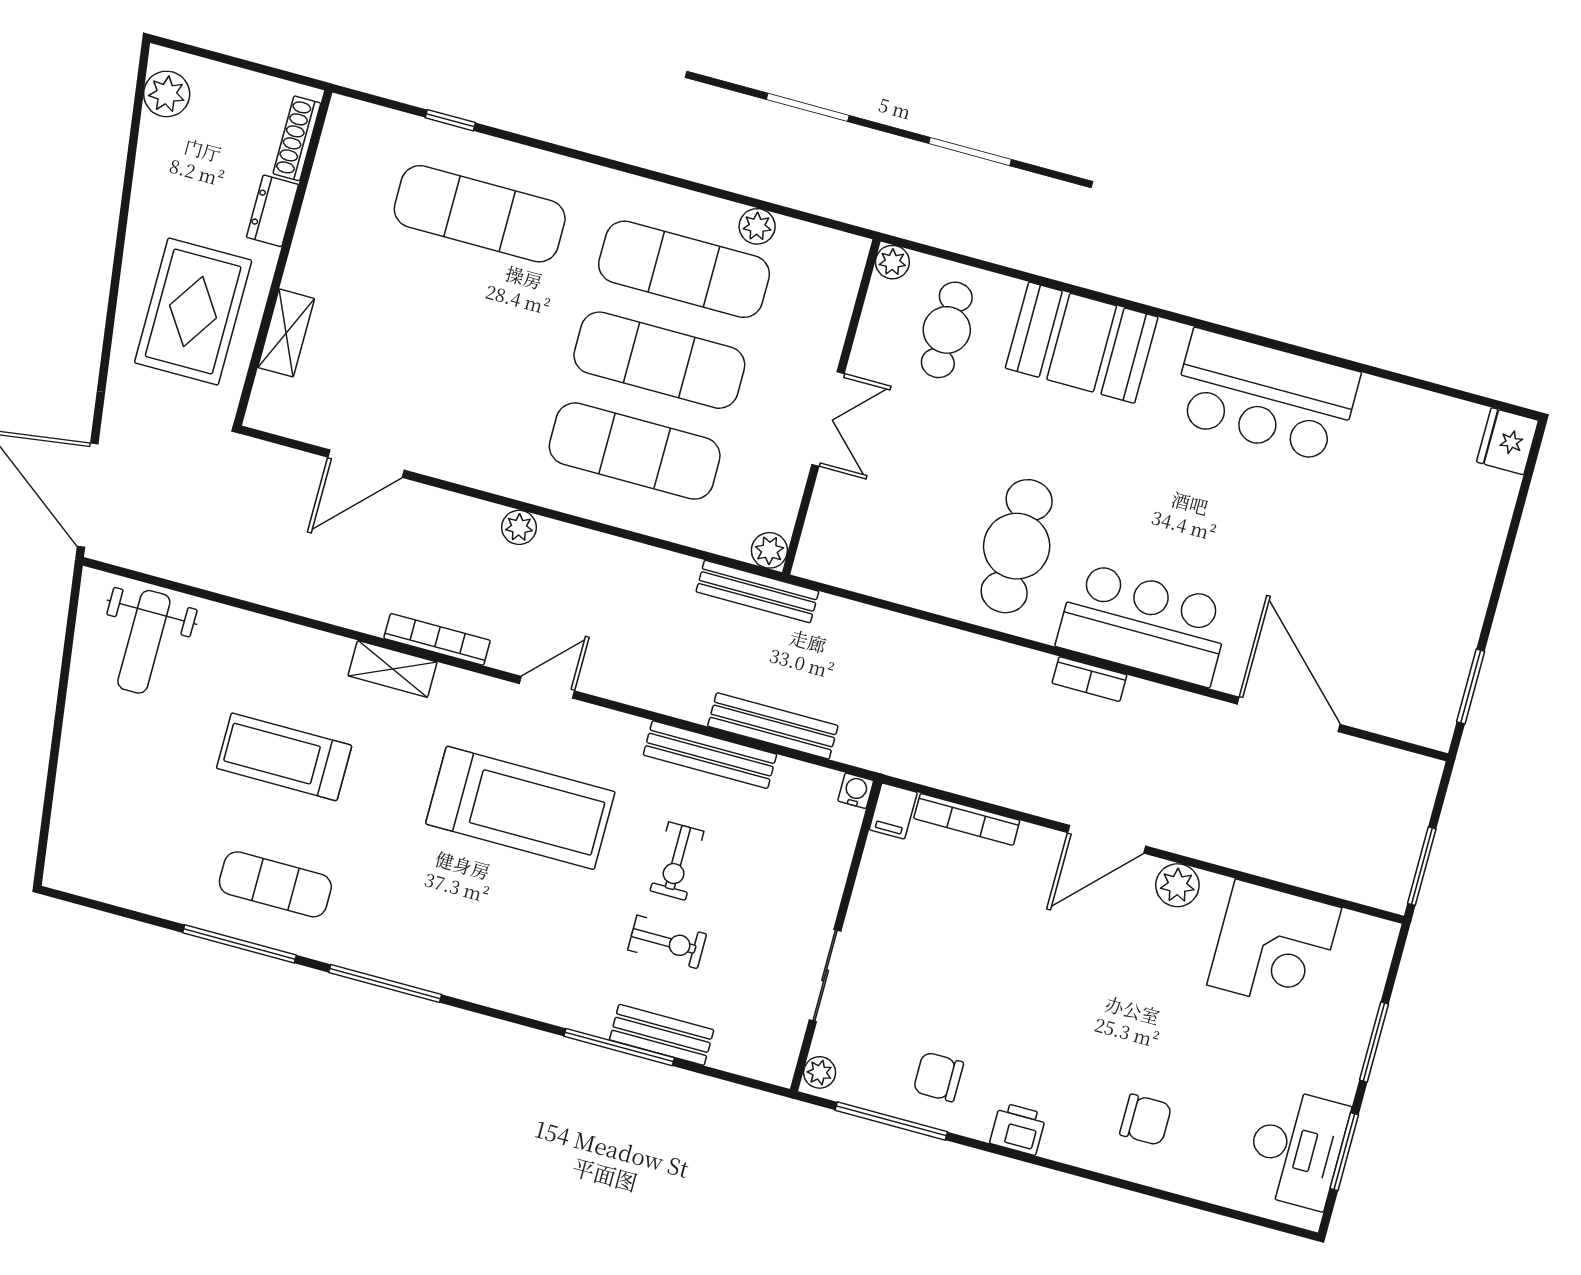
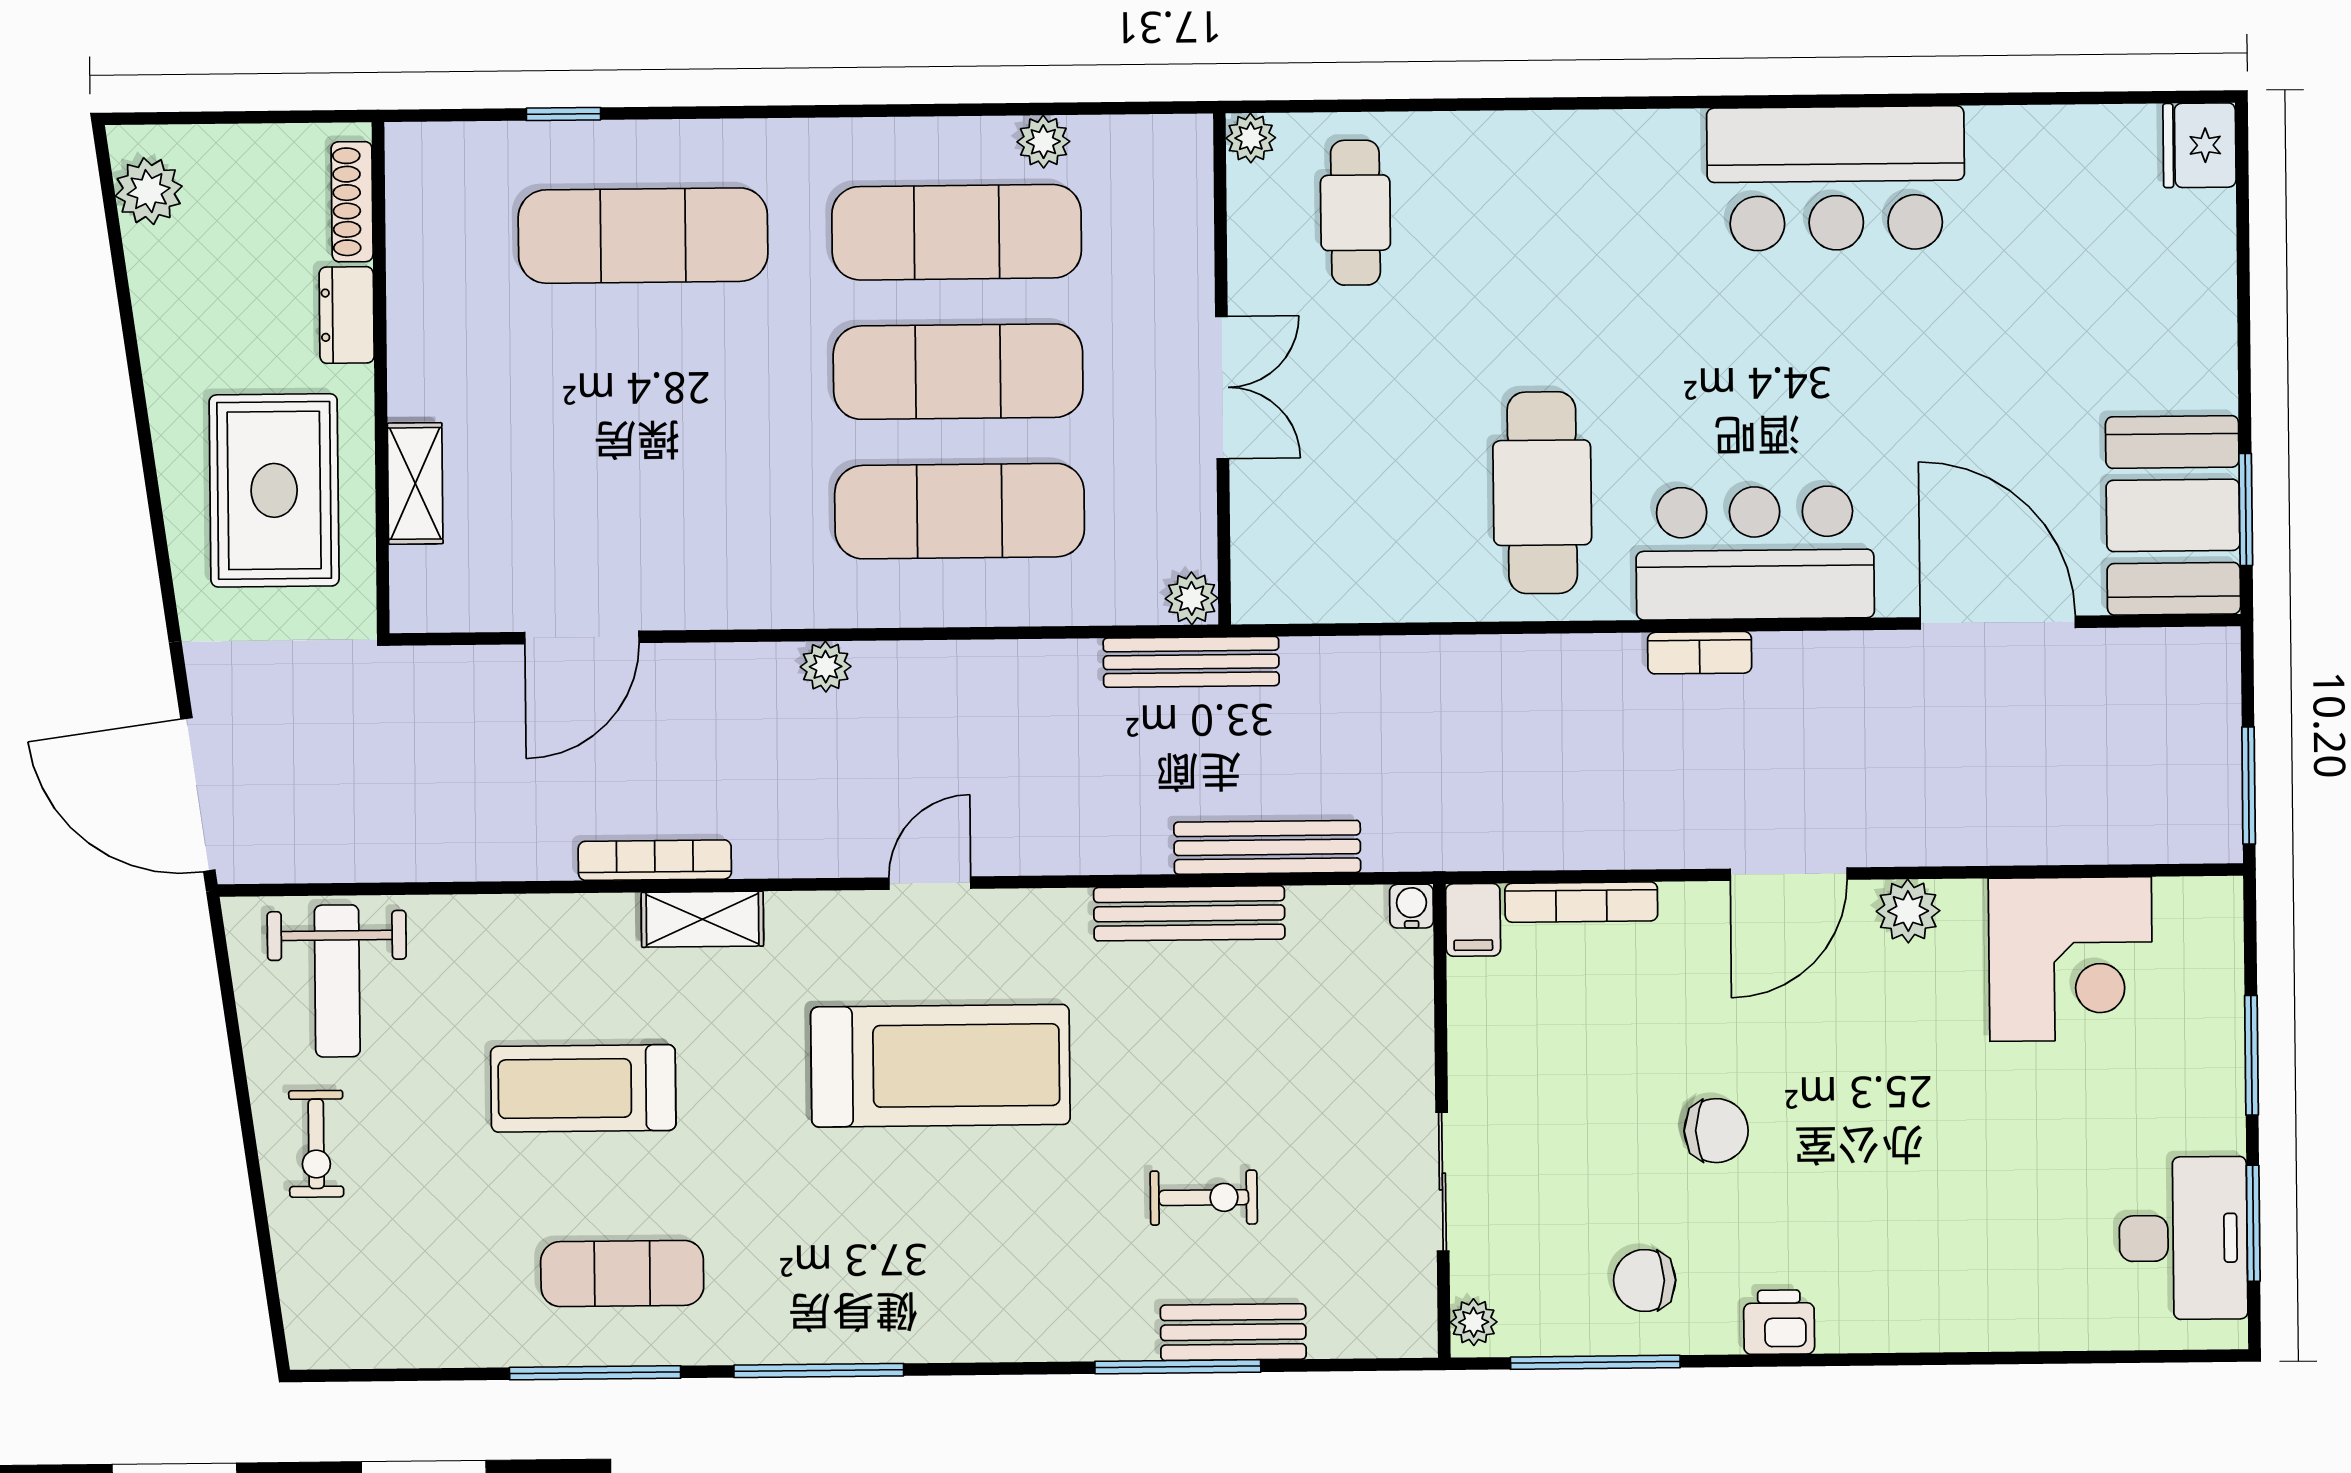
booth: (1082, 343) -> (2173, 515), moved, turned 90
bookcase: (437, 639) -> (655, 860), moved
exercise bike: (677, 861) -> (316, 1144), moved
chair: (1146, 1120) -> (1716, 1131), moved

